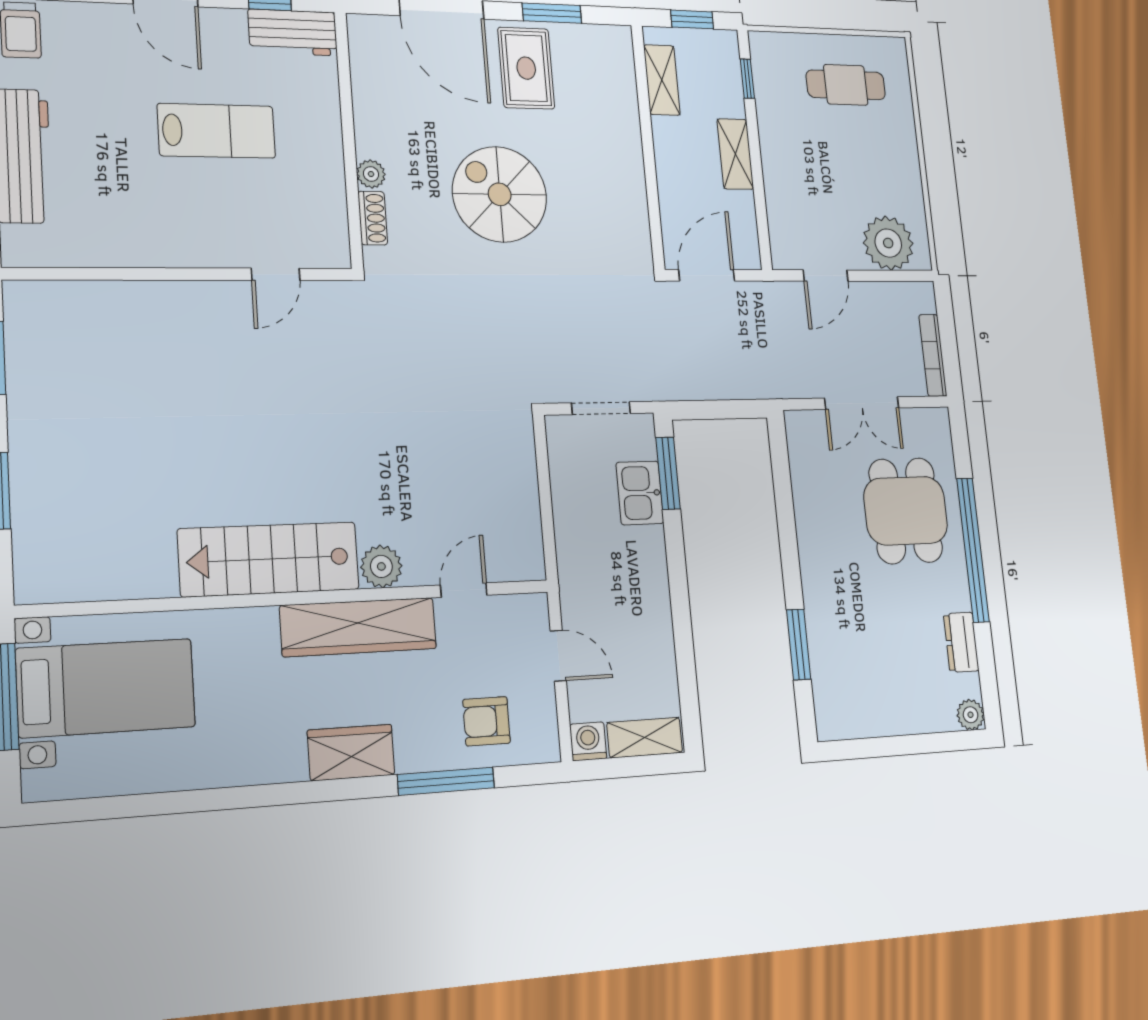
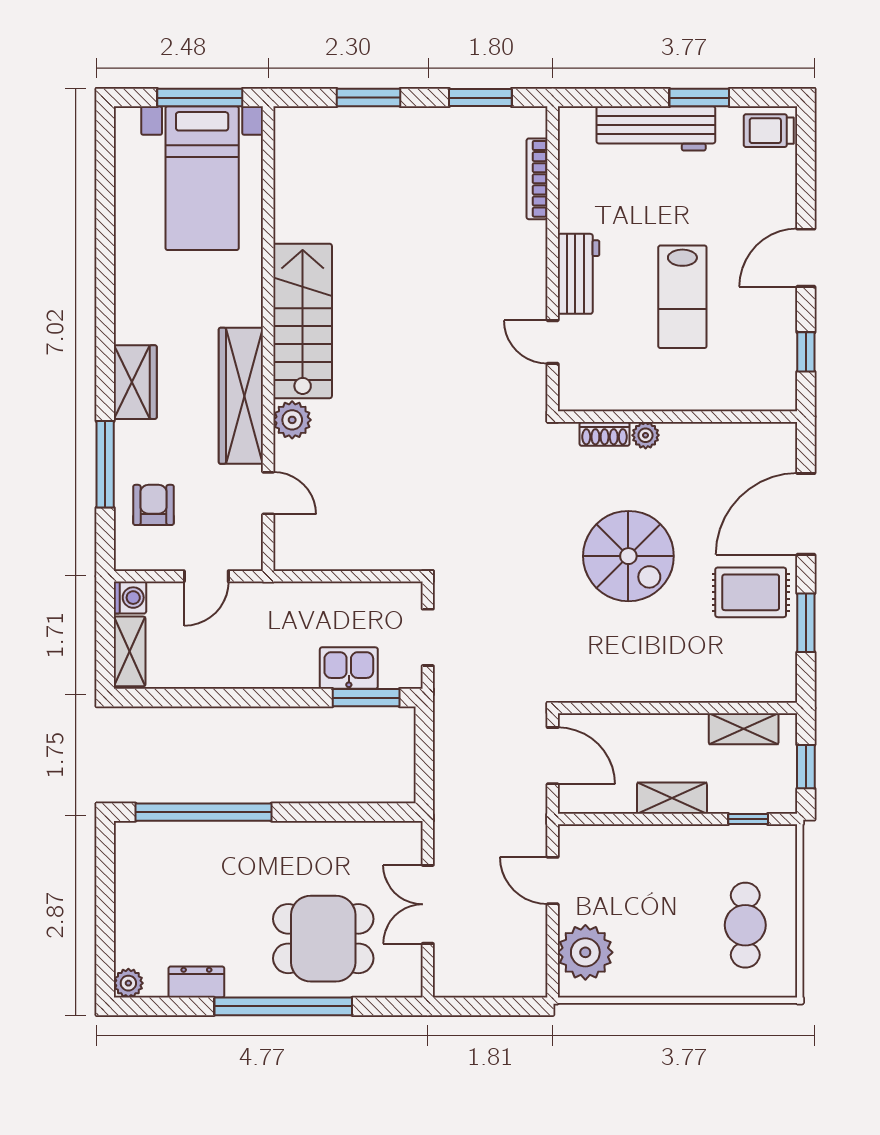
workbench: (293, 32) -> (579, 274), moved, turned 180
spiral stairs: (500, 194) -> (628, 556), turned 90
bookcase: (933, 355) -> (537, 179), moved, turned -90
window: (799, 644) -> (204, 812), width x2.11

